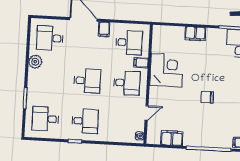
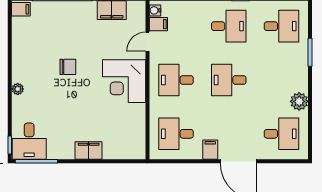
filing cabinet: (141, 63) -> (158, 24), moved
corner desk: (167, 70) -> (124, 81), moved
desk: (85, 121) -> (229, 26), turned 180

